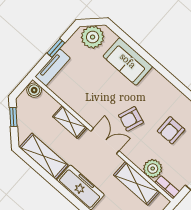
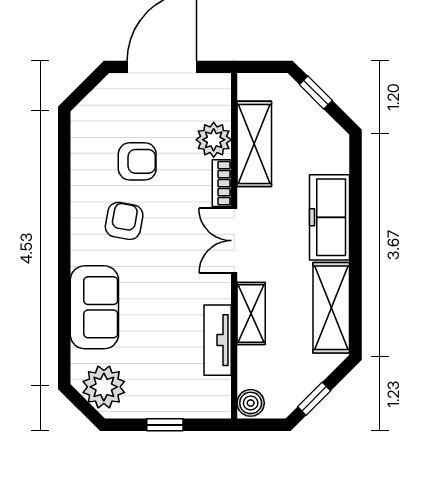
tv unit: (53, 67) -> (218, 340), moved, turned -90
armchair: (131, 119) -> (124, 221), moved, turned -100
bookcase: (167, 187) -> (222, 183), moved

